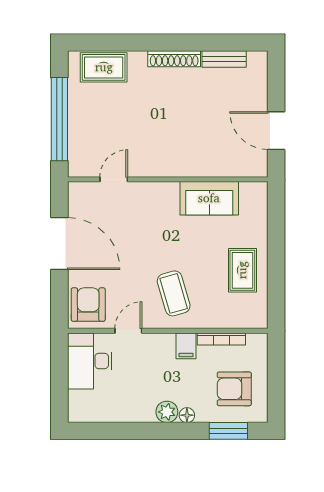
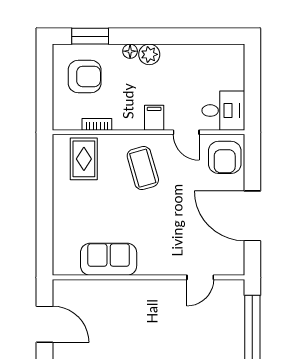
rug: (242, 270) -> (84, 159), moved
door: (128, 331) -> (186, 132), hinge flipped
bookcase: (221, 339) -> (97, 124), width x0.64
filing cabinet: (186, 346) -> (154, 118), moved
desk: (90, 361) -> (223, 111), width x0.73

